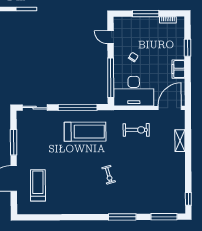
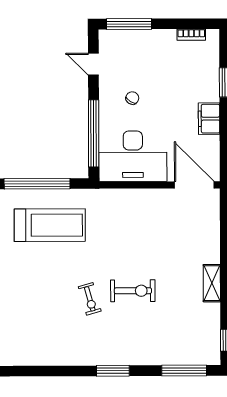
window: (146, 14) -> (129, 24), moved
door: (170, 108) -> (194, 185), hinge flipped
exercise bike: (136, 130) -> (133, 291), moved
shelving: (180, 141) -> (212, 283), moved
window: (122, 217) -> (113, 371), width x0.69

